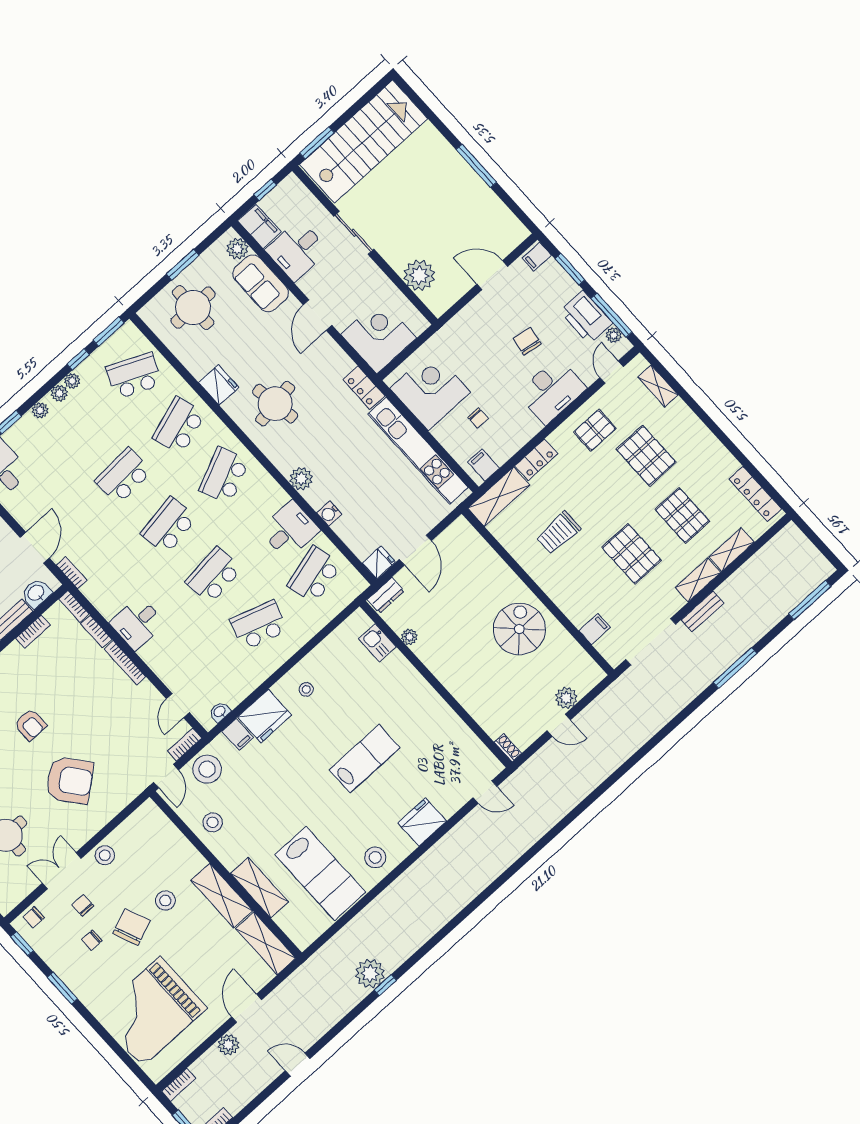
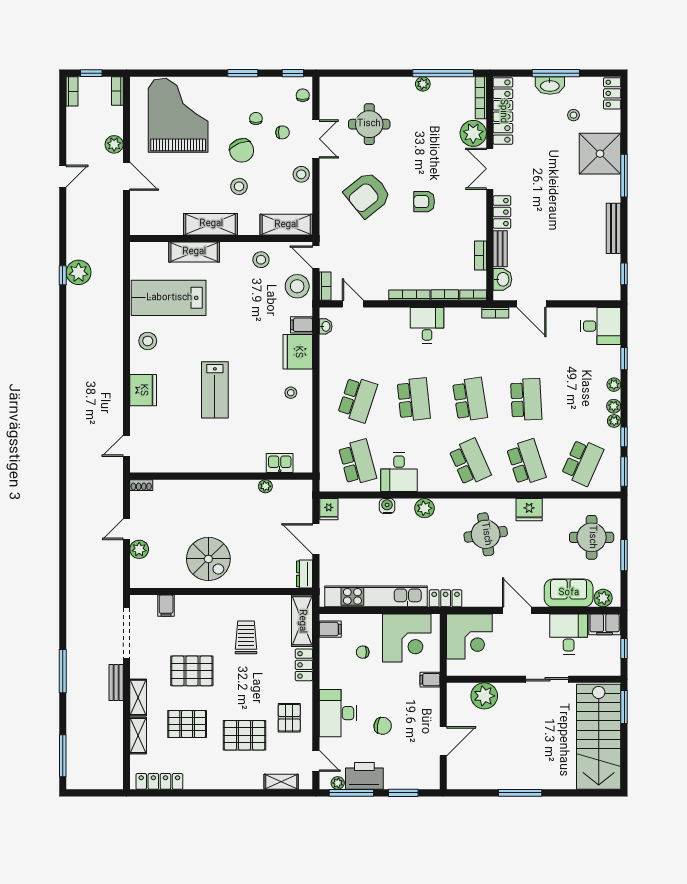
filing cabinet: (537, 257) -> (430, 680), moved, turned -90
dresser: (386, 595) -> (304, 574), moved
shelving: (266, 943) -> (286, 225), moved

